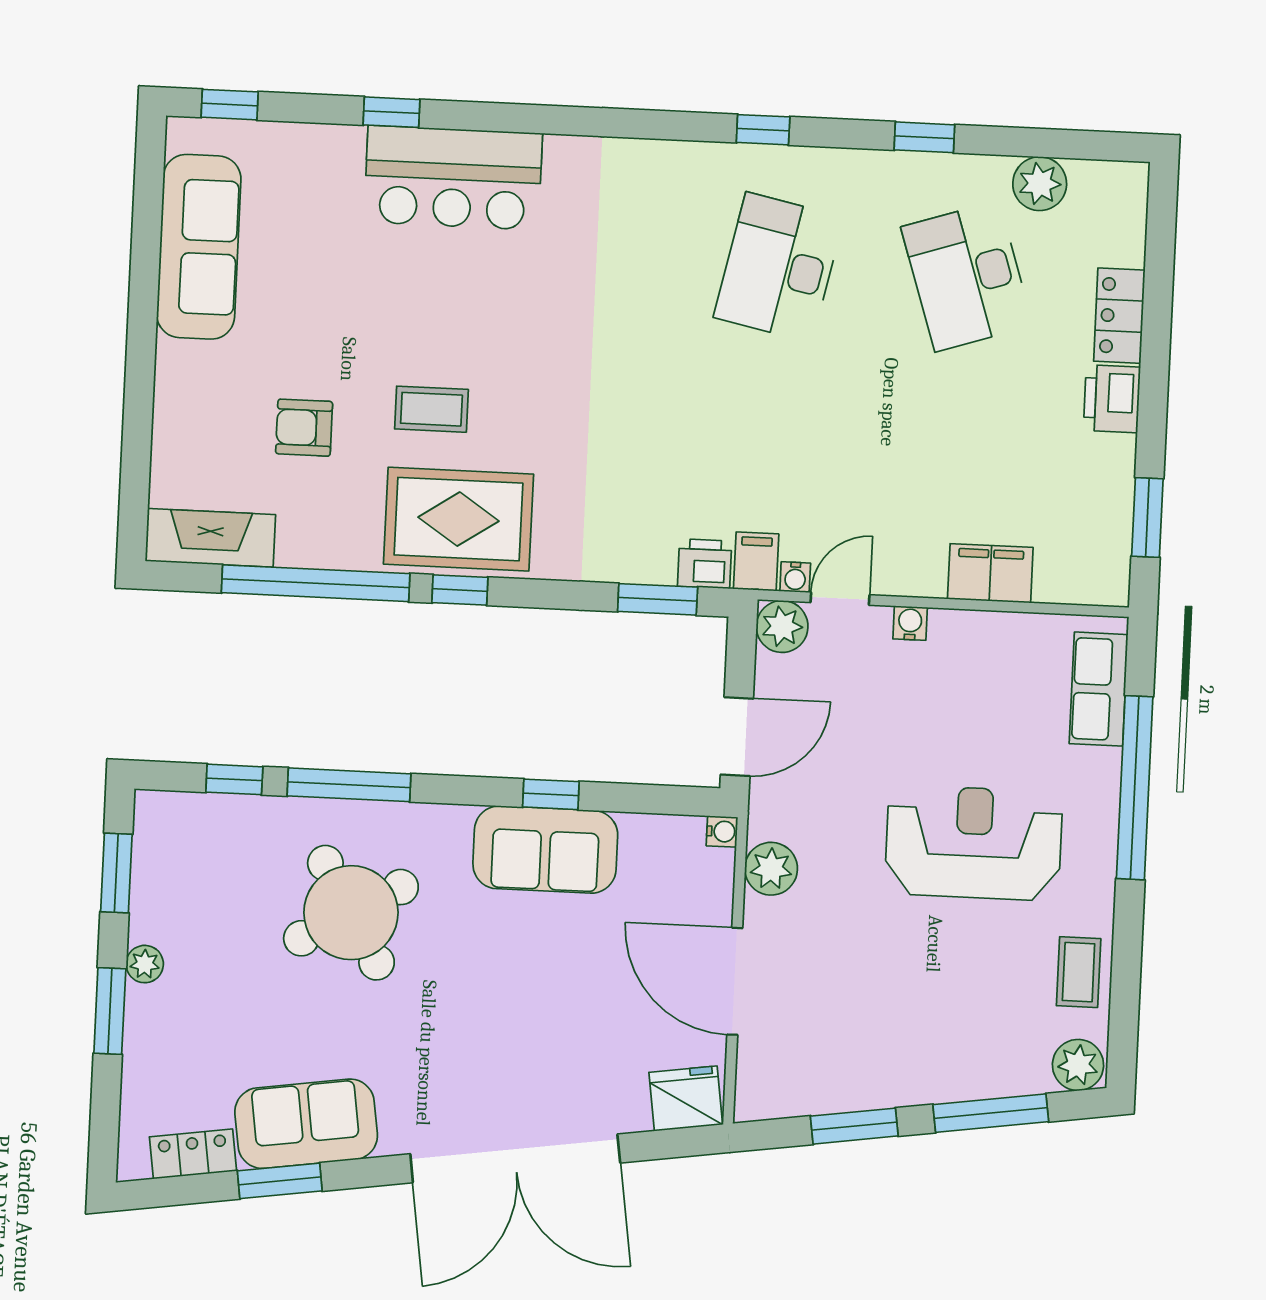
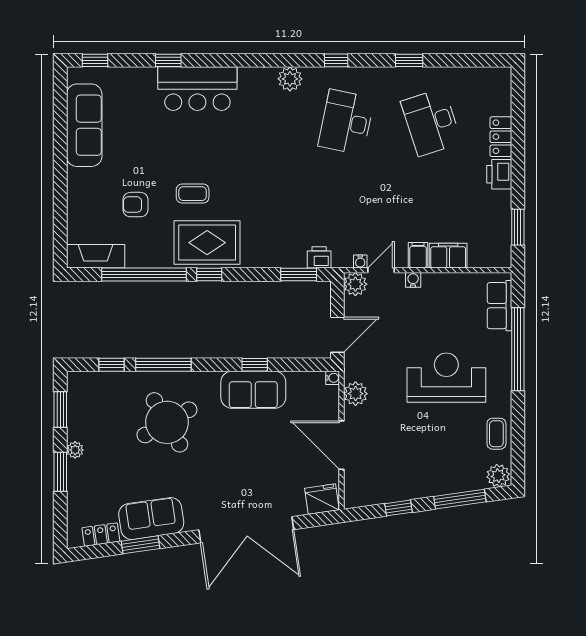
plant: (1040, 184) -> (290, 79), moved
filing cabinet: (756, 561) -> (418, 255), moved
window: (854, 1126) -> (399, 508), width x0.67

